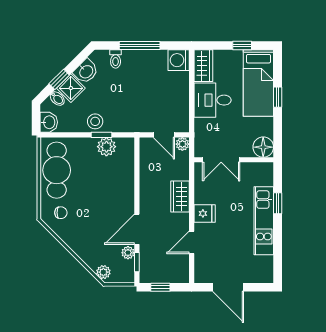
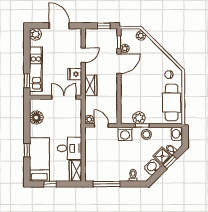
window: (140, 46) -> (107, 184), moved
washing machine: (179, 60) -> (125, 134), moved, turned 90
double door: (221, 160) -> (64, 97), moved
wall: (234, 160) -> (56, 97), moved
plant: (264, 274) -> (35, 34), added

